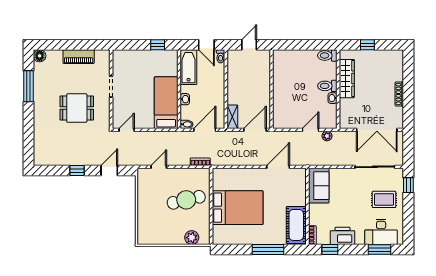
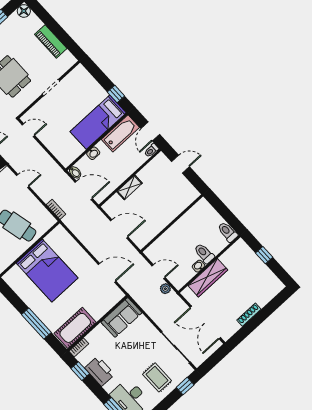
wardrobe: (347, 79) -> (208, 278), moved
wall: (272, 89) -> (172, 223), moved
bed: (166, 103) -> (98, 122), moved, turned 180
shelving: (232, 117) -> (130, 187), moved

